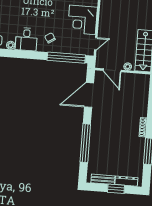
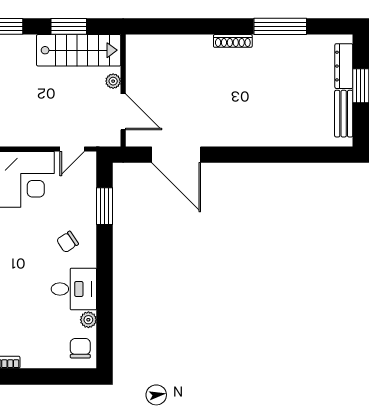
door: (96, 44) -> (72, 149), swing flipped
window: (66, 58) -> (105, 206), width x0.47
door: (112, 70) -> (123, 112), hinge flipped
window: (85, 143) -> (274, 155), removed

